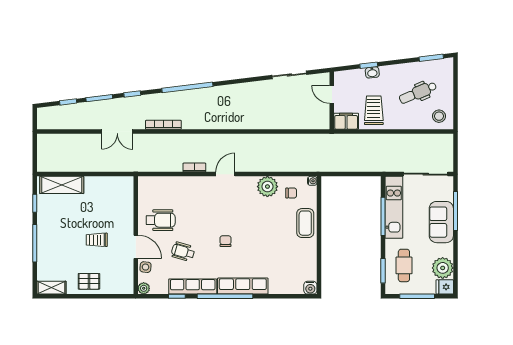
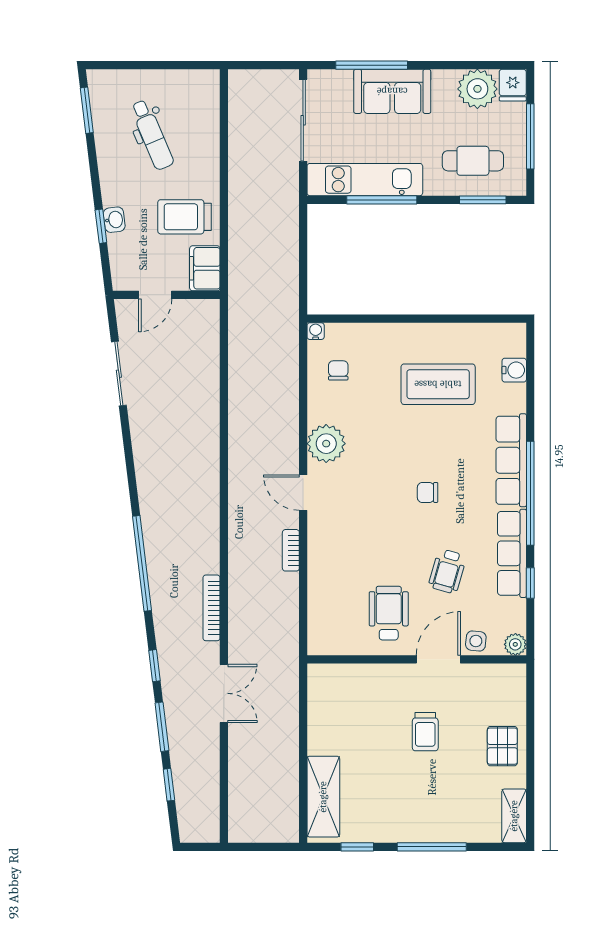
stool: (439, 116) -> (195, 96), removed
plant: (267, 187) -> (326, 444), moved
coffee table: (305, 223) -> (438, 384), moved, width x1.36, depth x1.32
water cooler: (310, 288) -> (514, 370), moved

